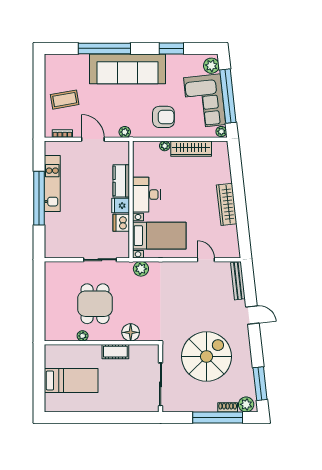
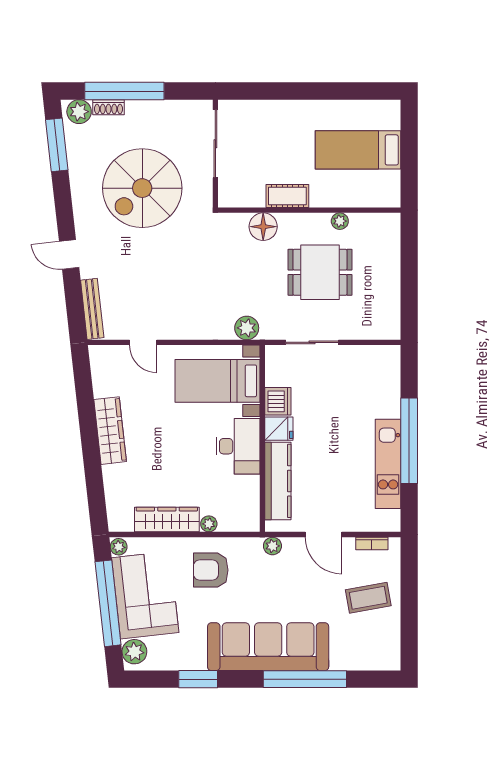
kitchen counter: (121, 181) -> (278, 481), width x1.50
dining table: (95, 304) -> (320, 272), turned 90

